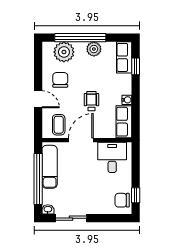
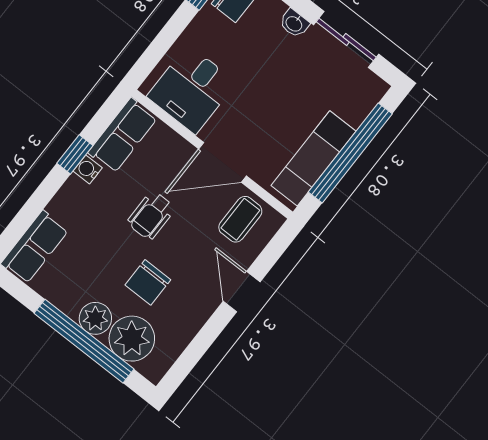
plant: (94, 49) -> (95, 318), moved
window: (136, 66) -> (75, 154), moved
chair: (60, 80) -> (148, 282), moved
washbasin: (48, 209) -> (294, 23), moved

